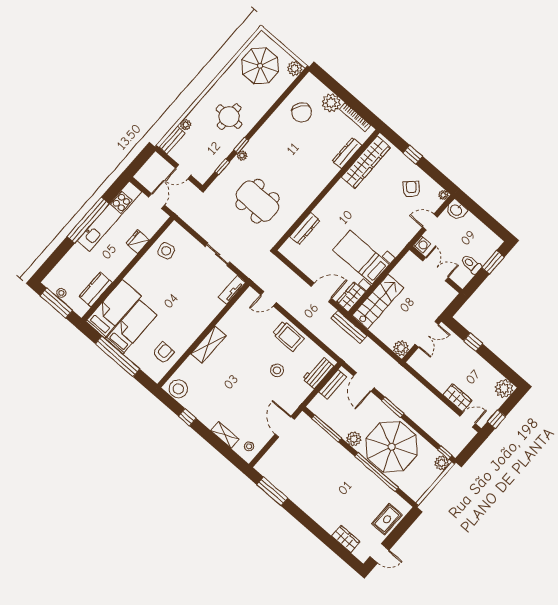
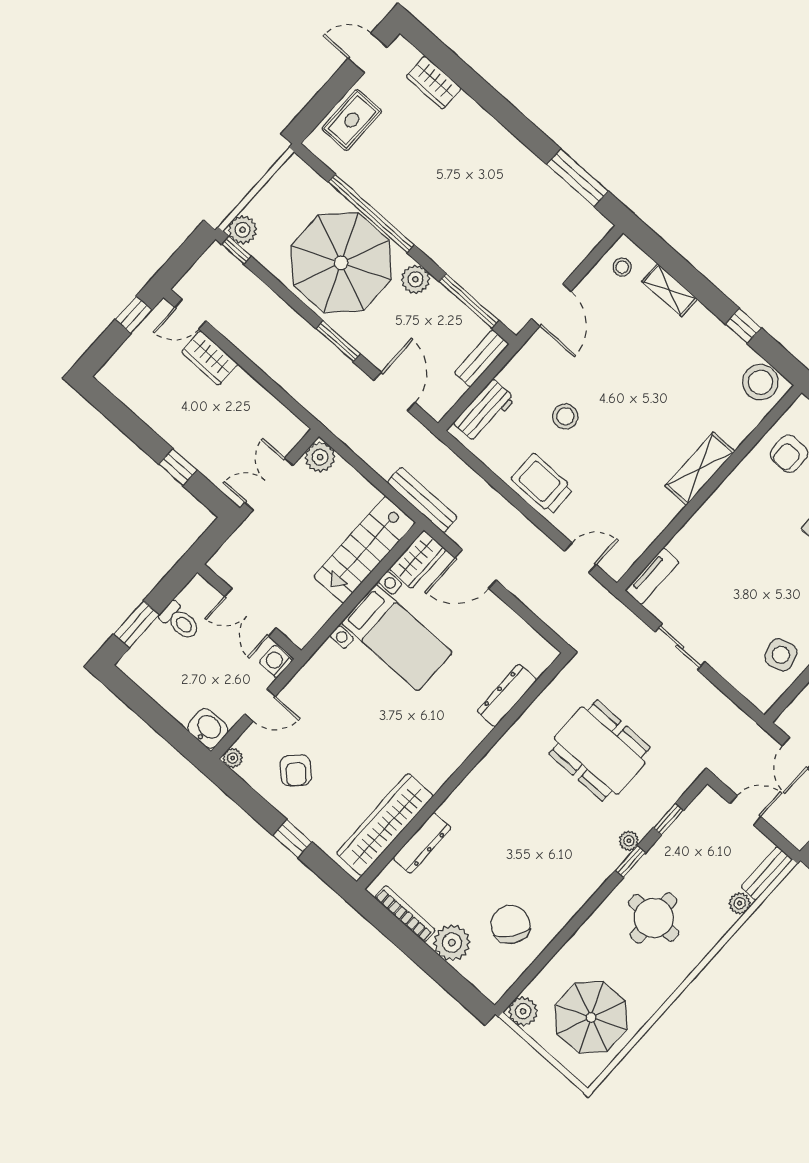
bench: (333, 384) -> (481, 358), moved
plant: (504, 388) -> (118, 375), removed

